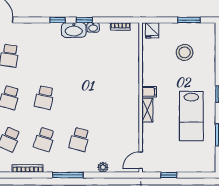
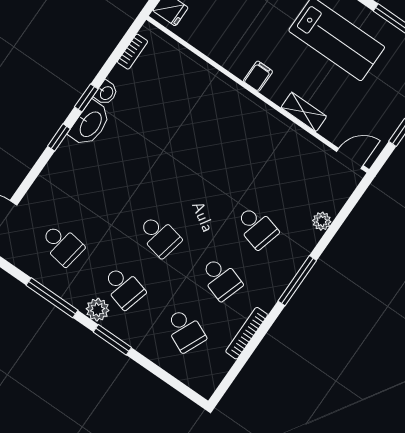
shelving: (147, 110) -> (304, 112), moved
door: (141, 160) -> (350, 158), swing flipped

